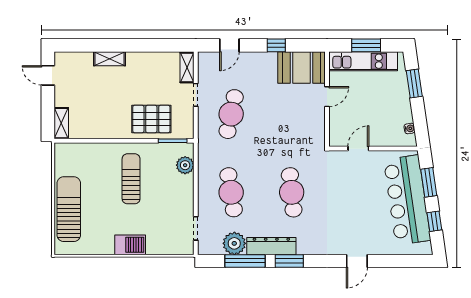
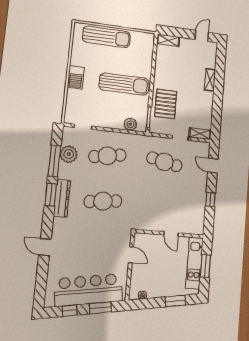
booth: (301, 67) -> (193, 217), removed
sun lounger: (131, 179) -> (124, 84), width x1.36, depth x1.34
dresser: (271, 246) -> (62, 198), moved

